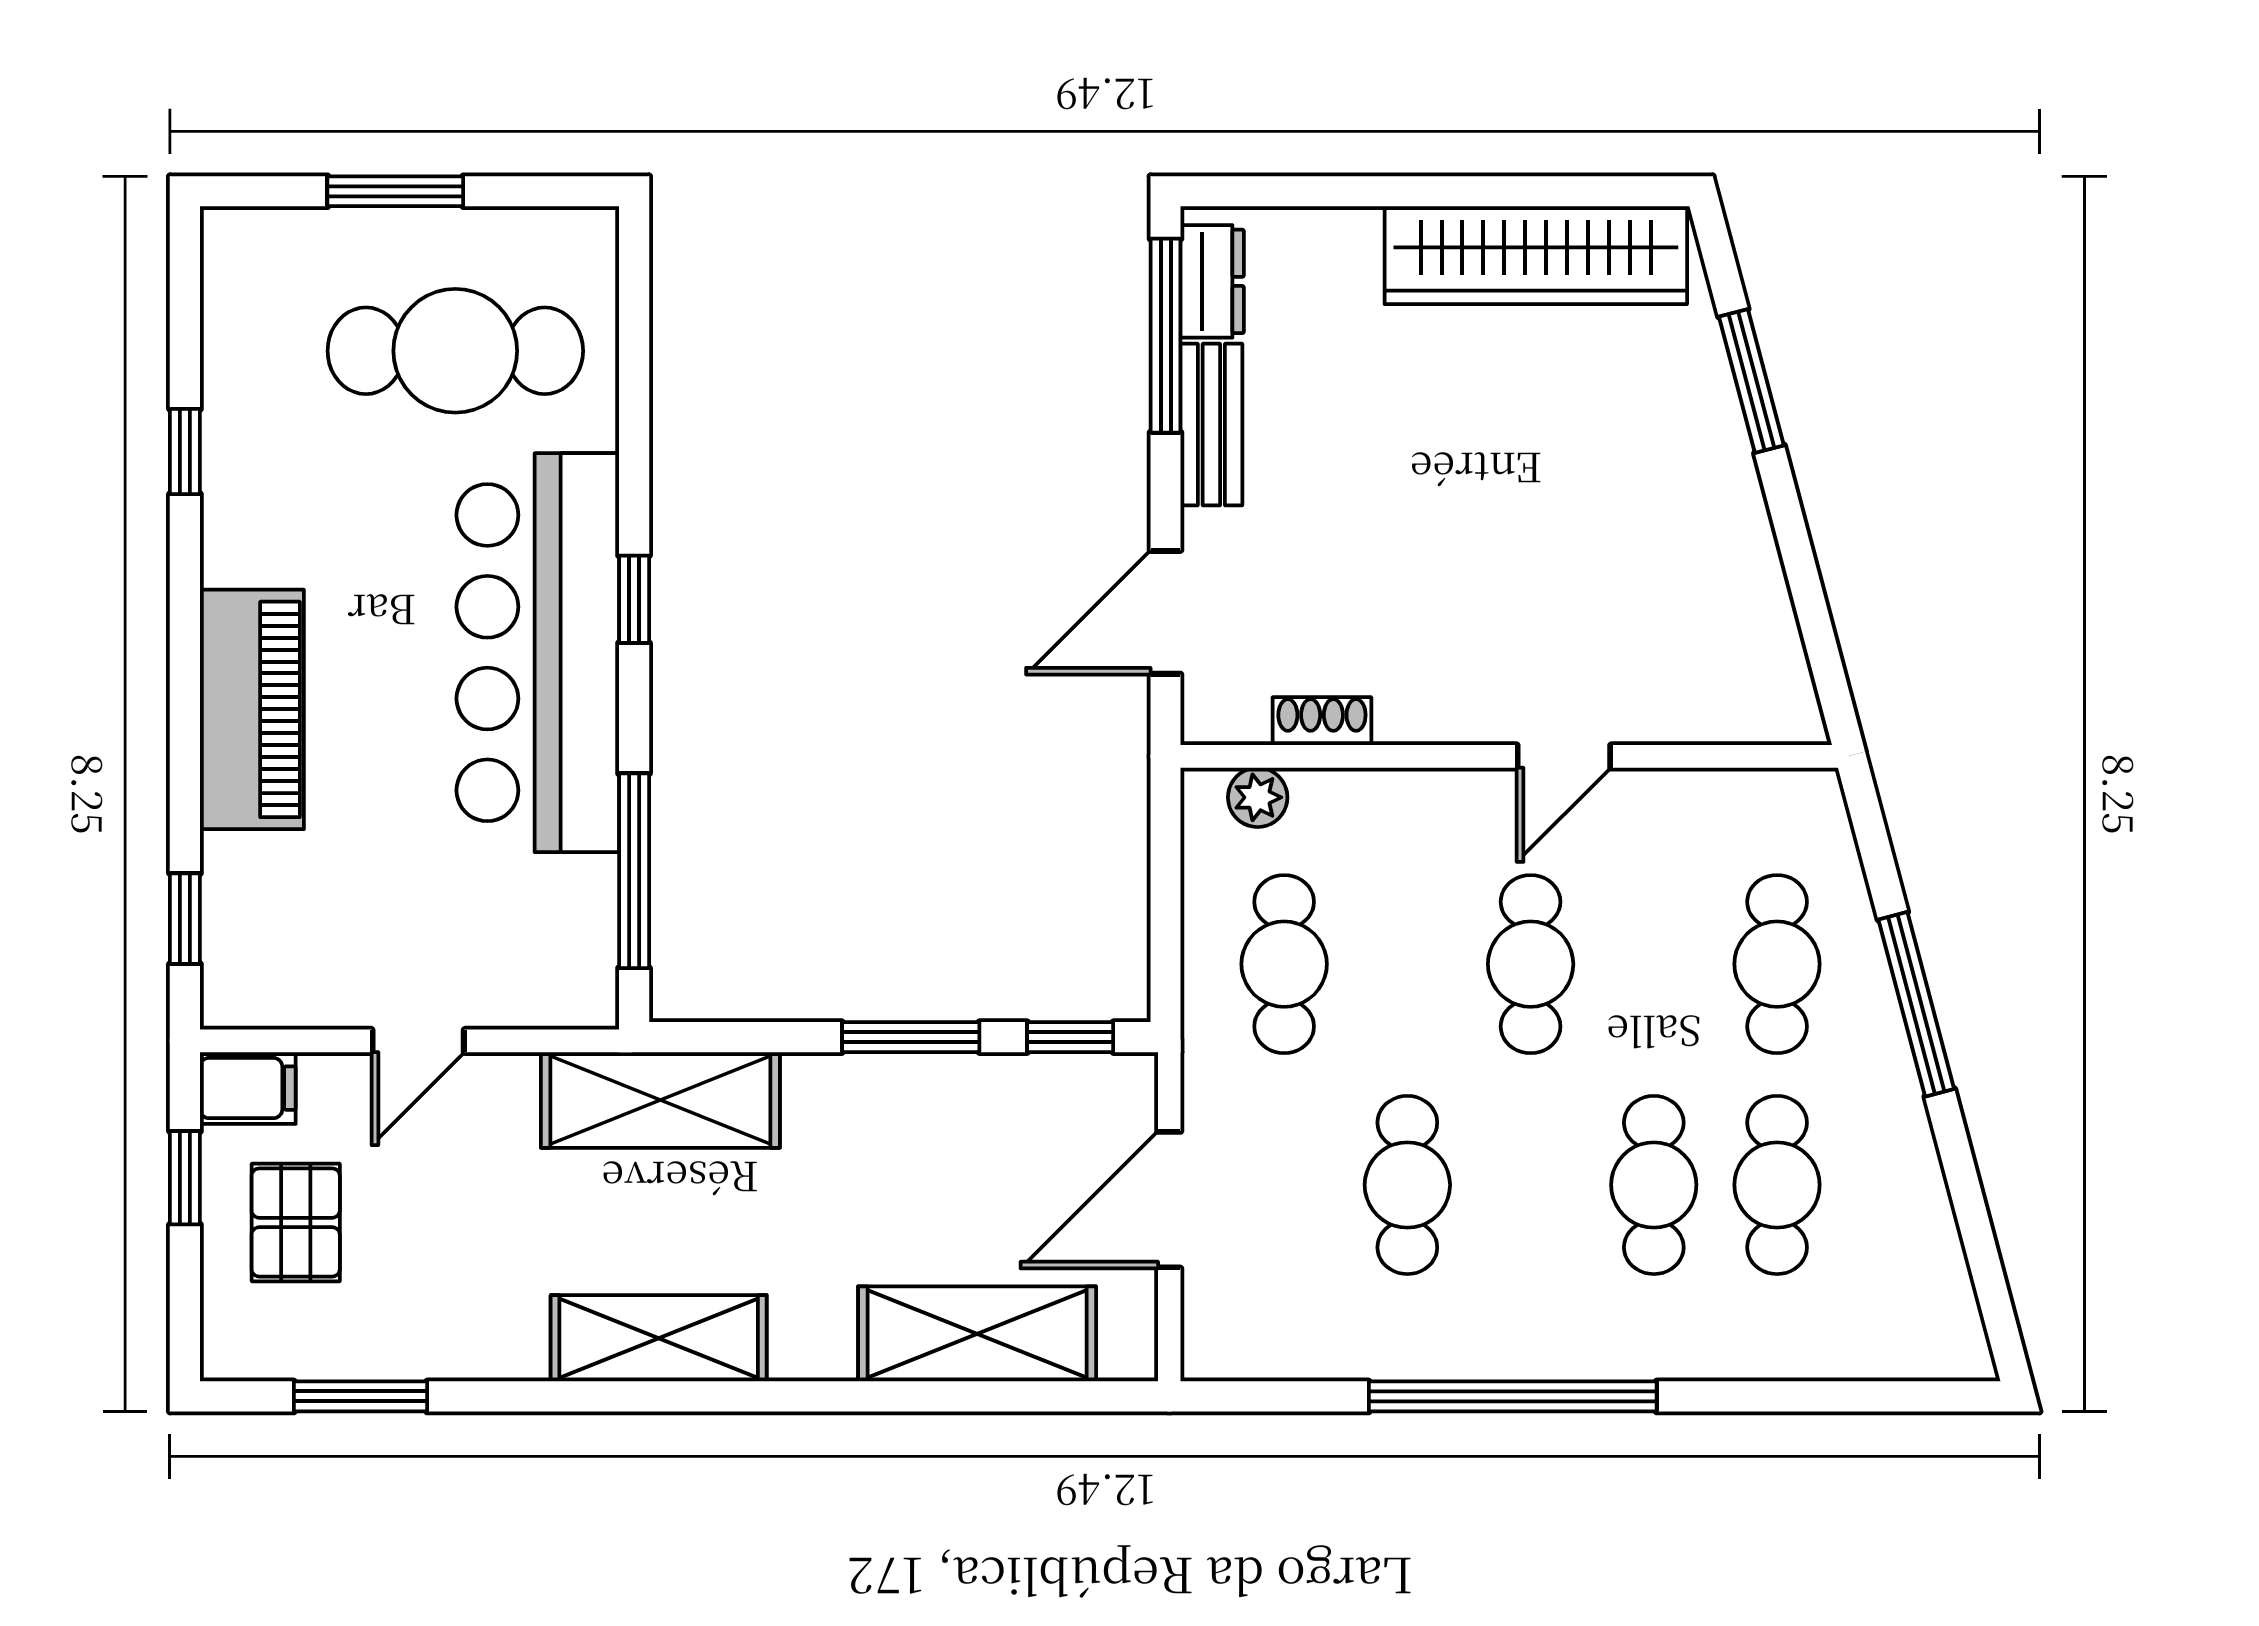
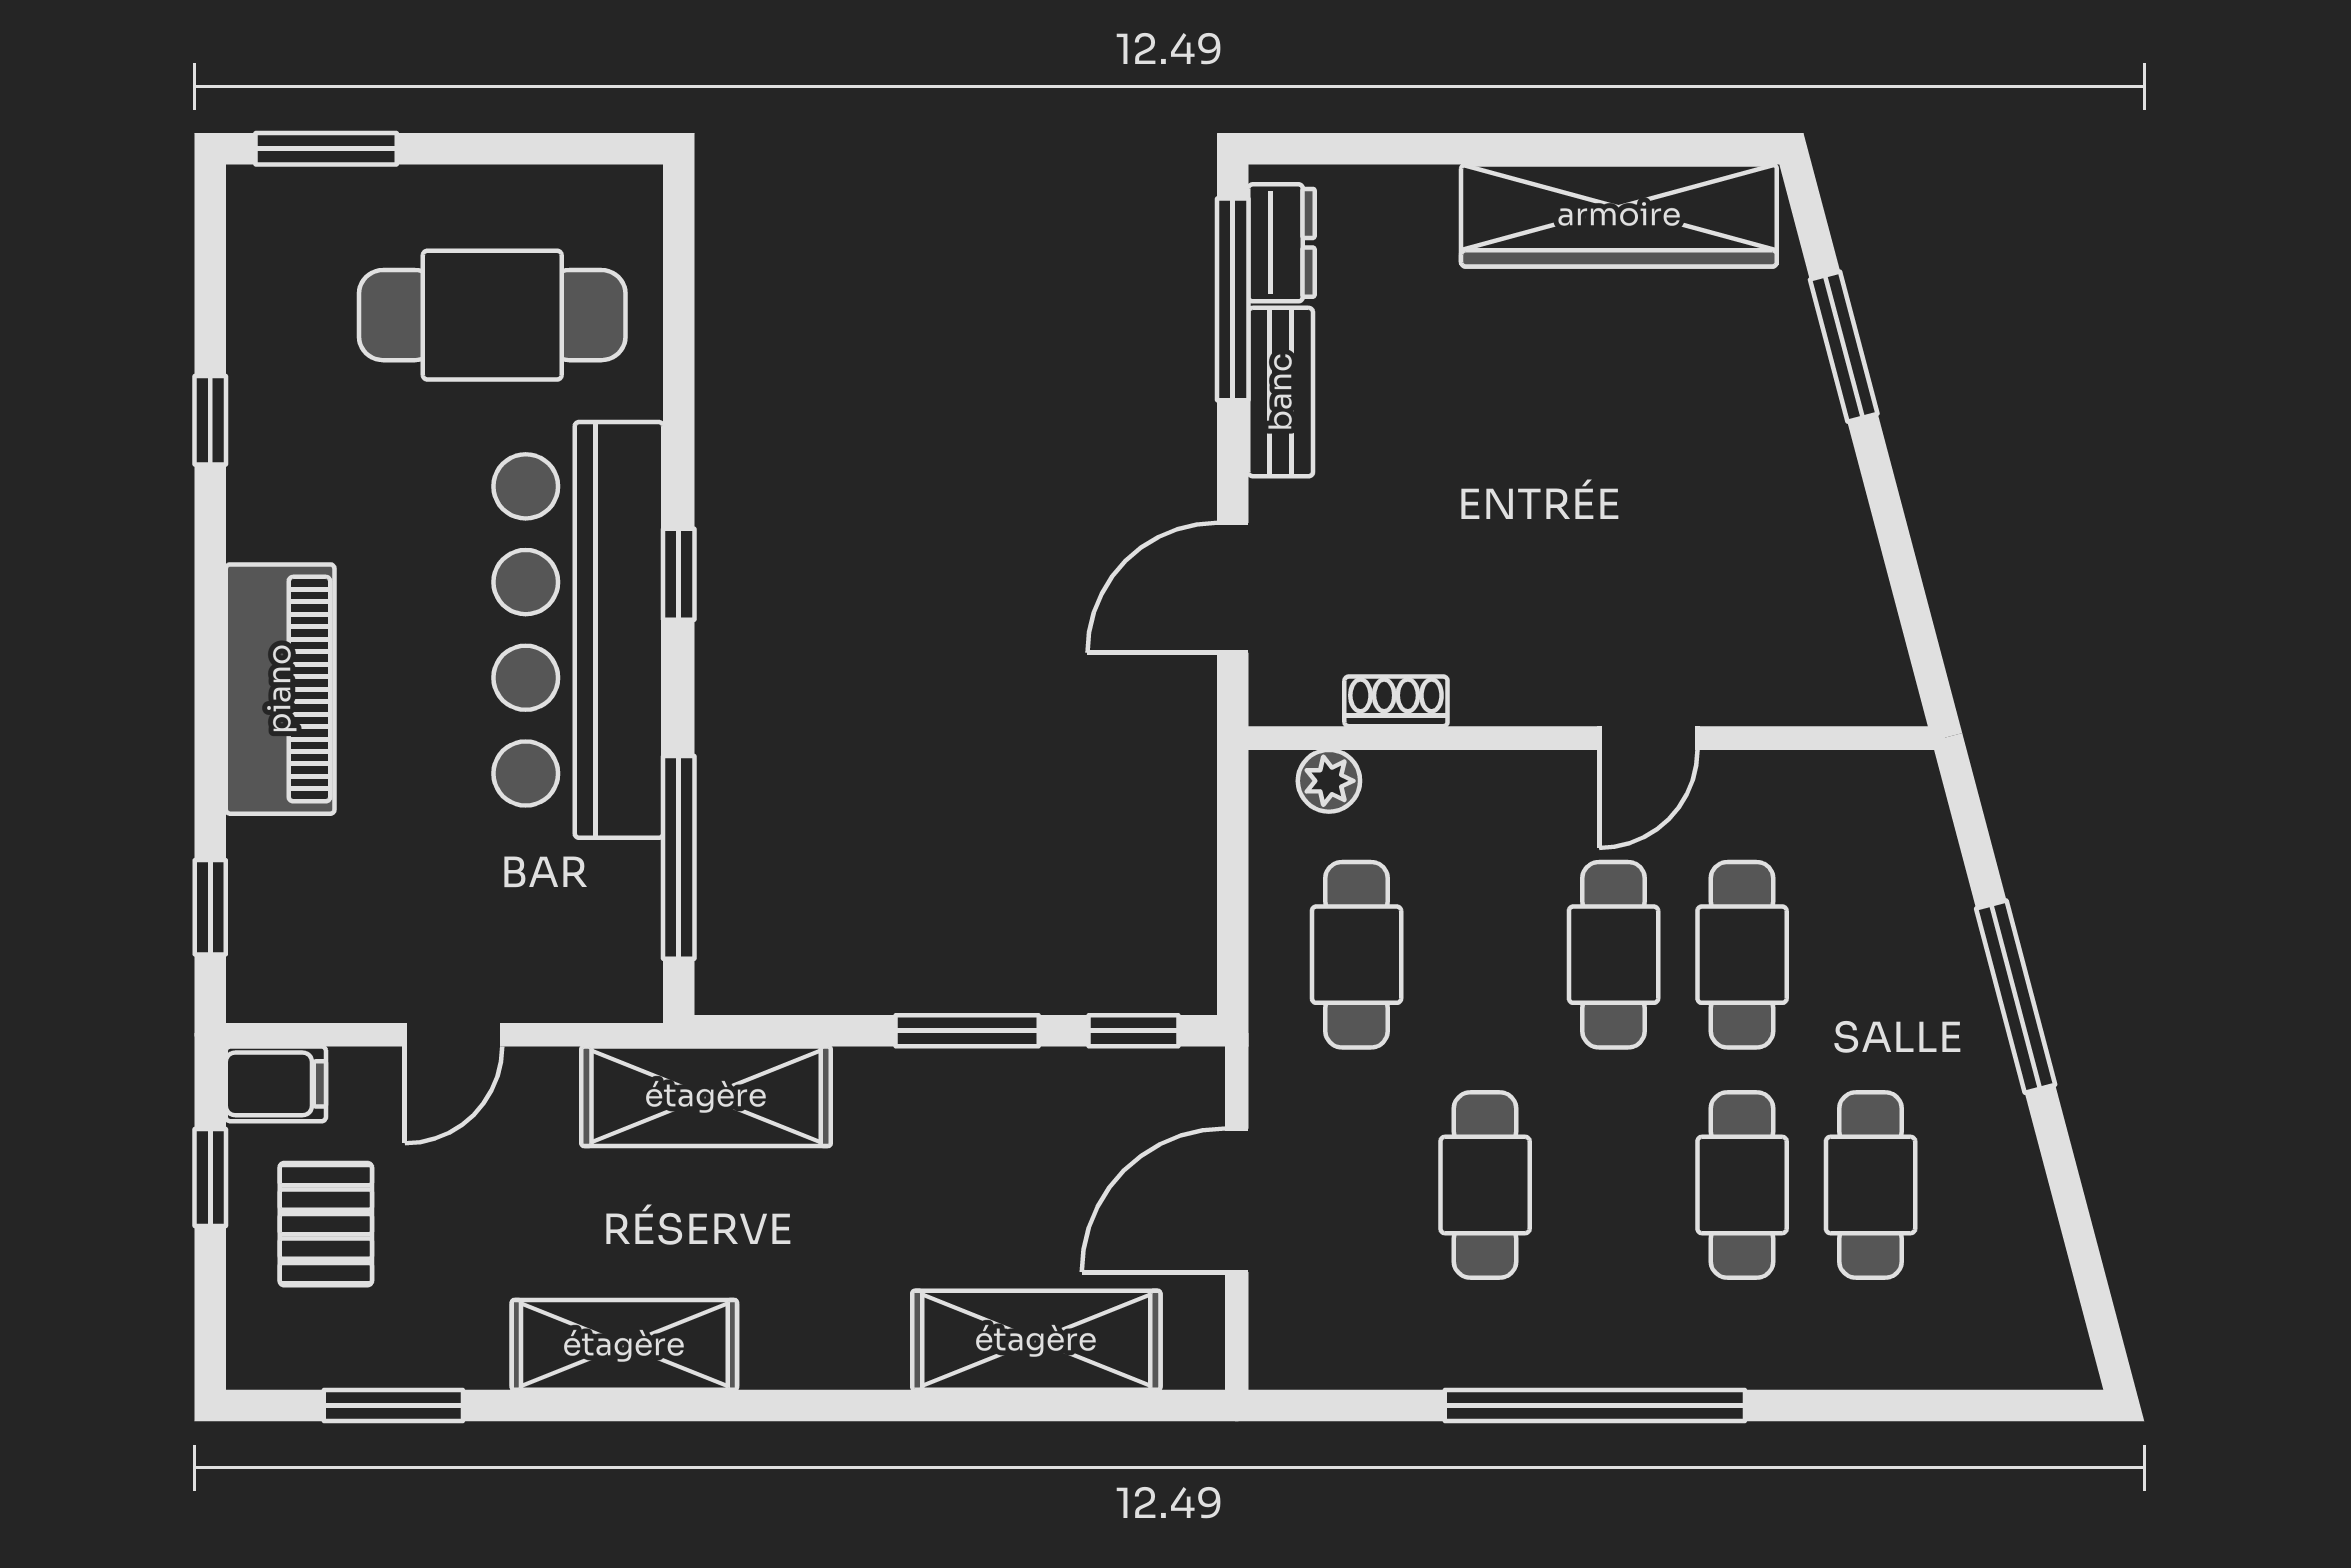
window: (395, 191) -> (326, 149), moved
cafe table: (1777, 964) -> (1742, 955), moved
shelving: (659, 1338) -> (624, 1345), moved

